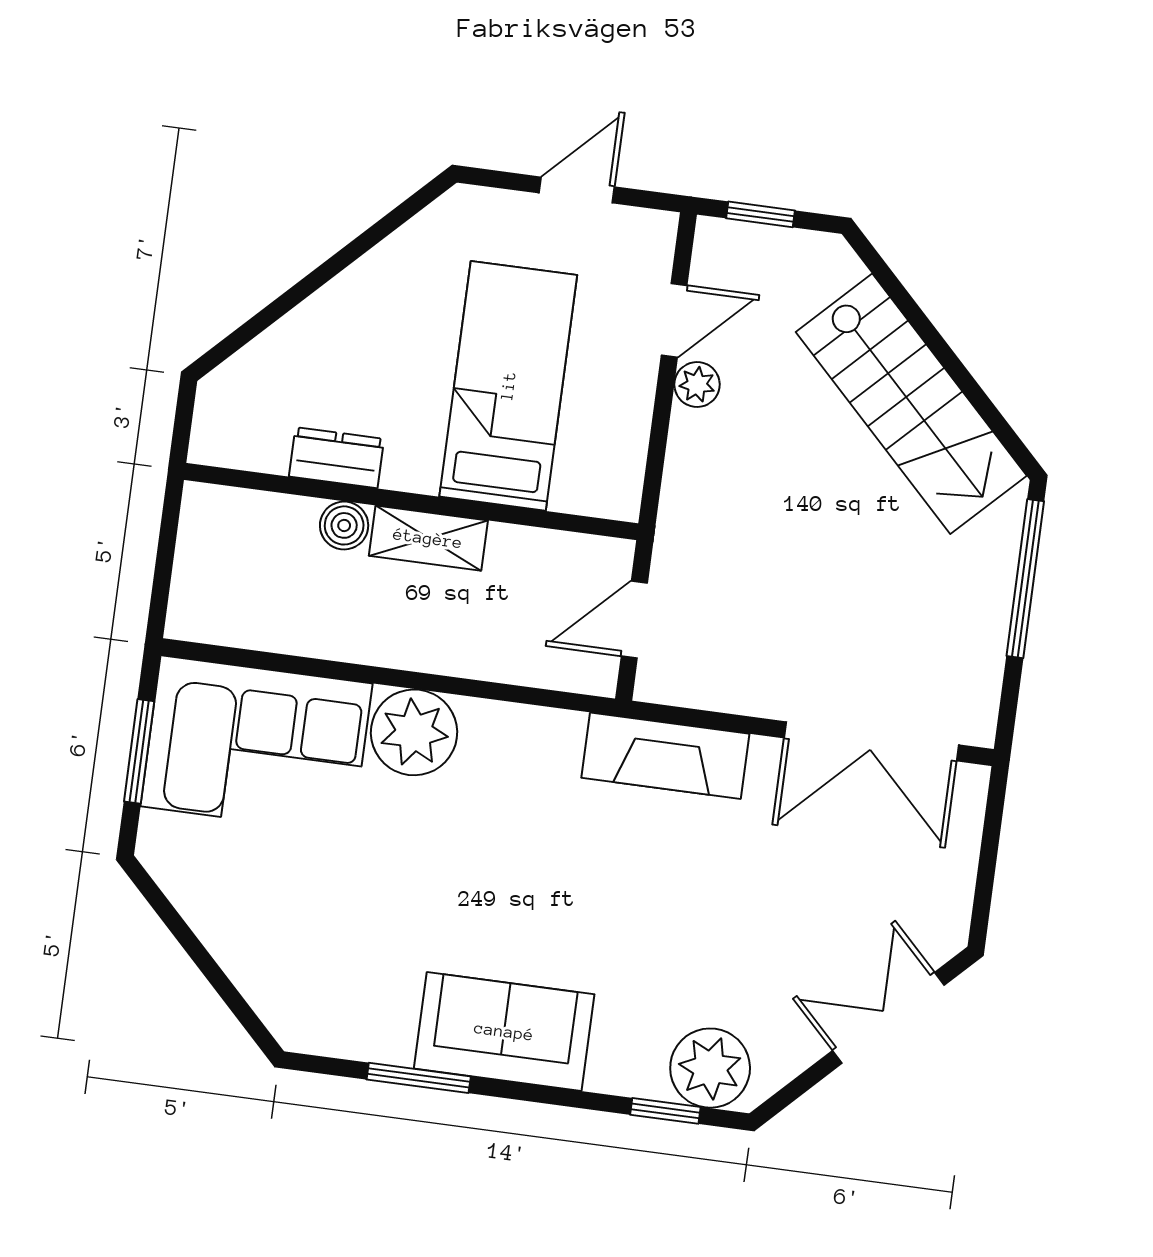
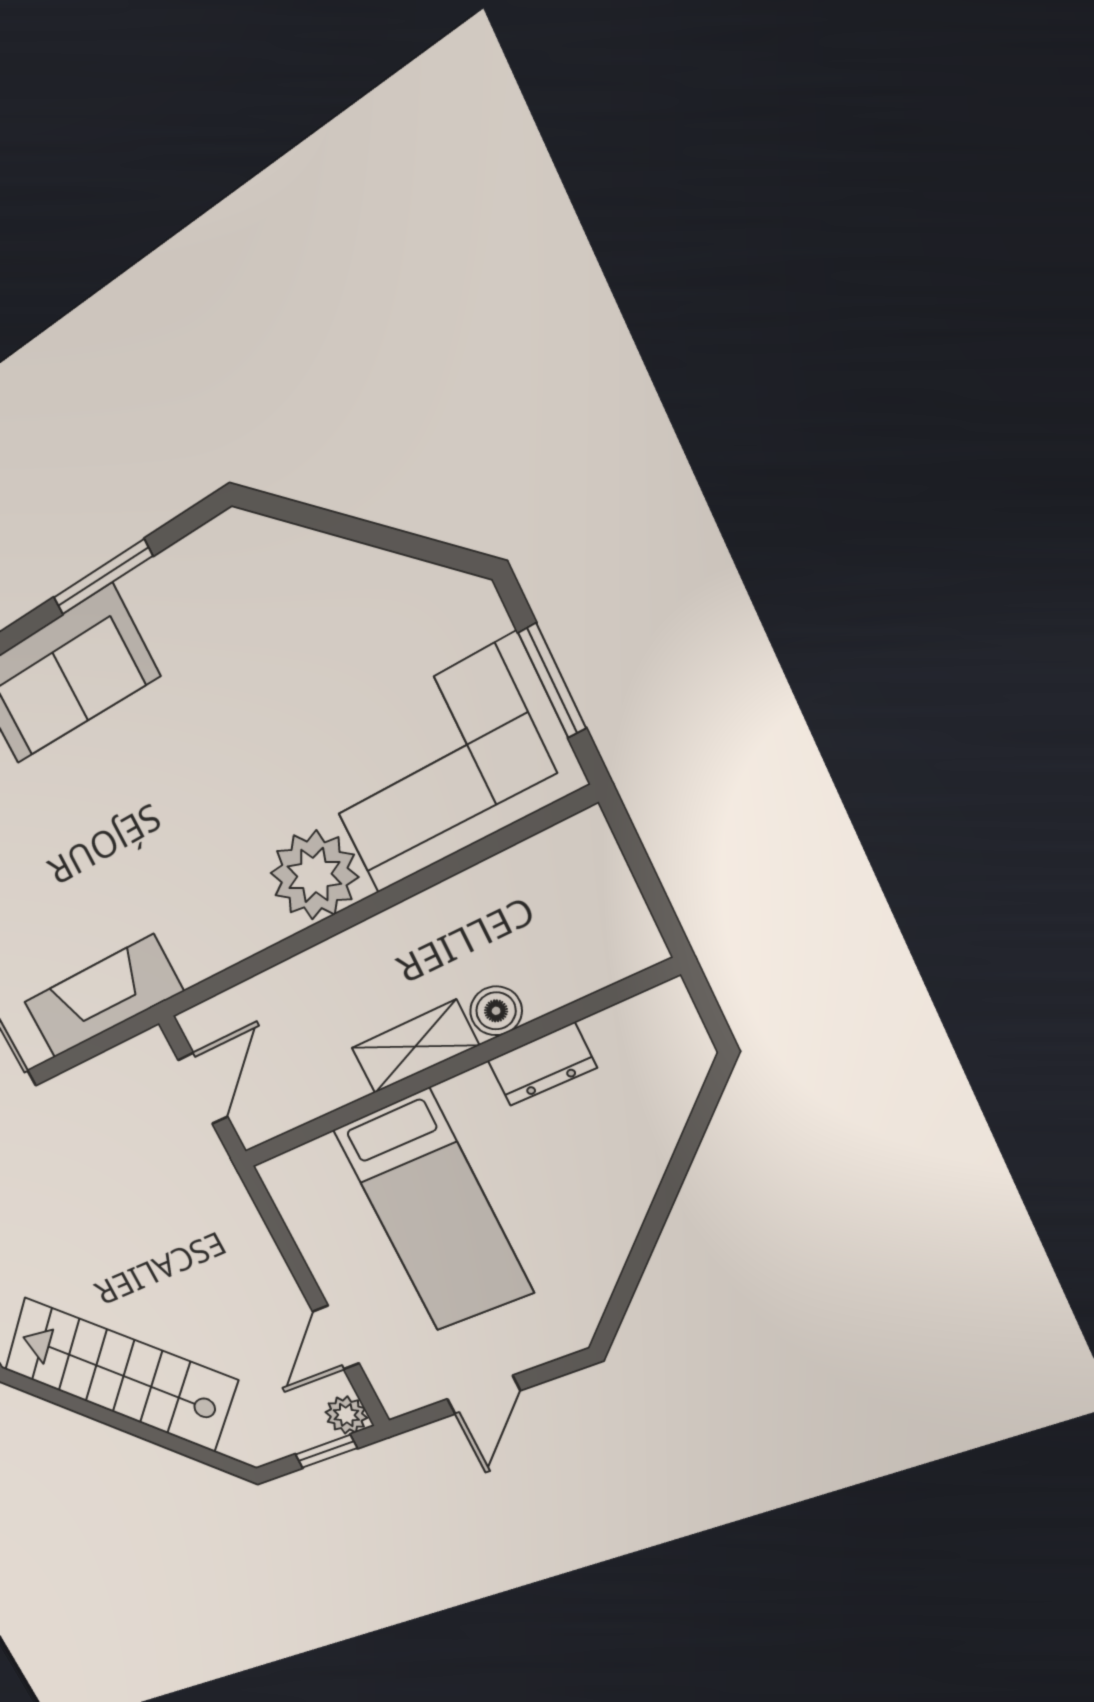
plant: (697, 385) -> (346, 1415), moved

